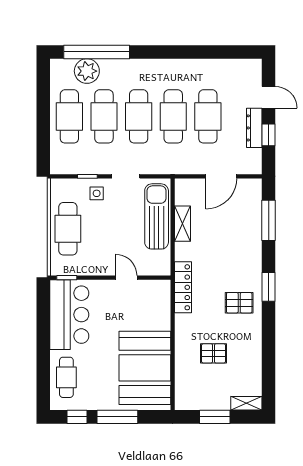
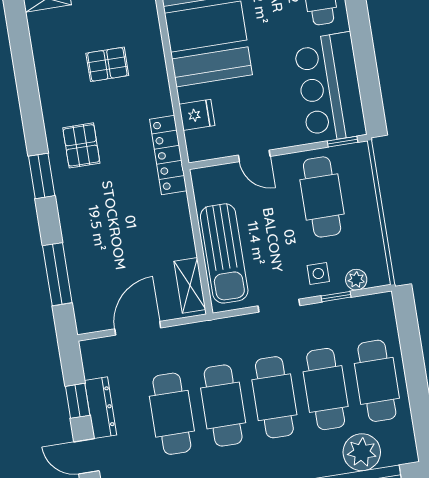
plant: (72, 185) -> (356, 280), added
shelving: (182, 224) -> (190, 285), moved
cafe table: (68, 229) -> (322, 197), moved
pallet: (239, 303) -> (81, 145), turned 90
fridge: (160, 311) -> (197, 115), added

